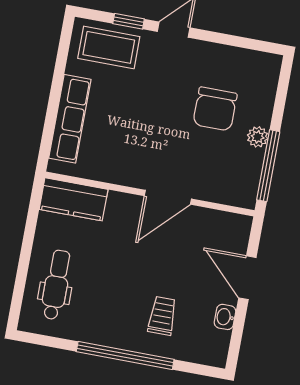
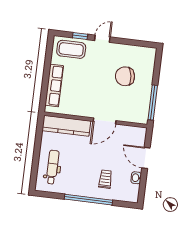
chair: (215, 109) -> (125, 76), turned 82
plant: (258, 137) -> (147, 89), removed
kitchen counter: (74, 199) -> (66, 126), width x1.50

